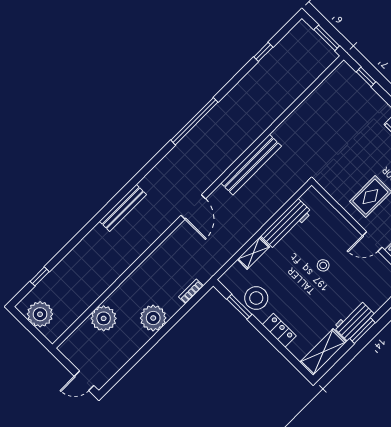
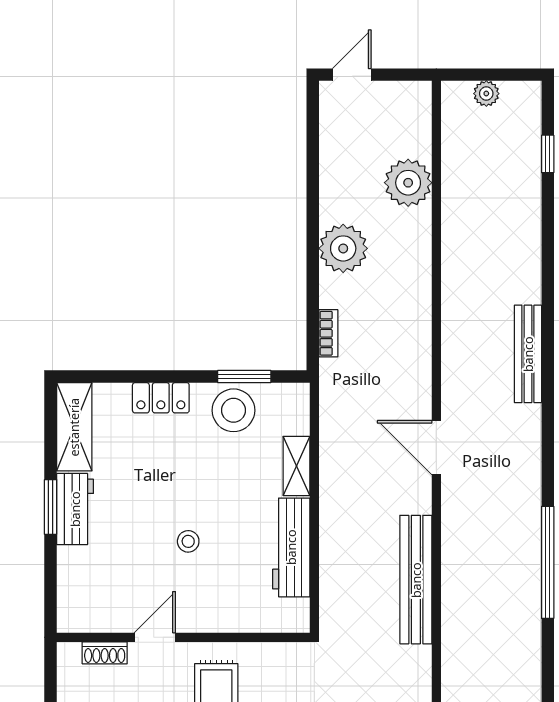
plant: (40, 314) -> (486, 94), width x0.53, depth x0.53

